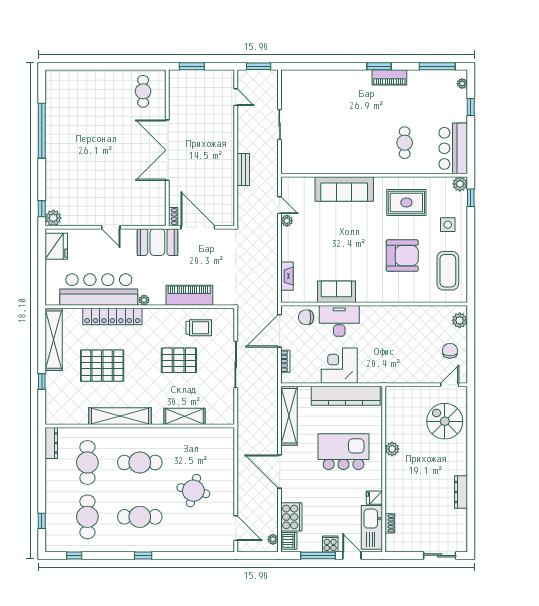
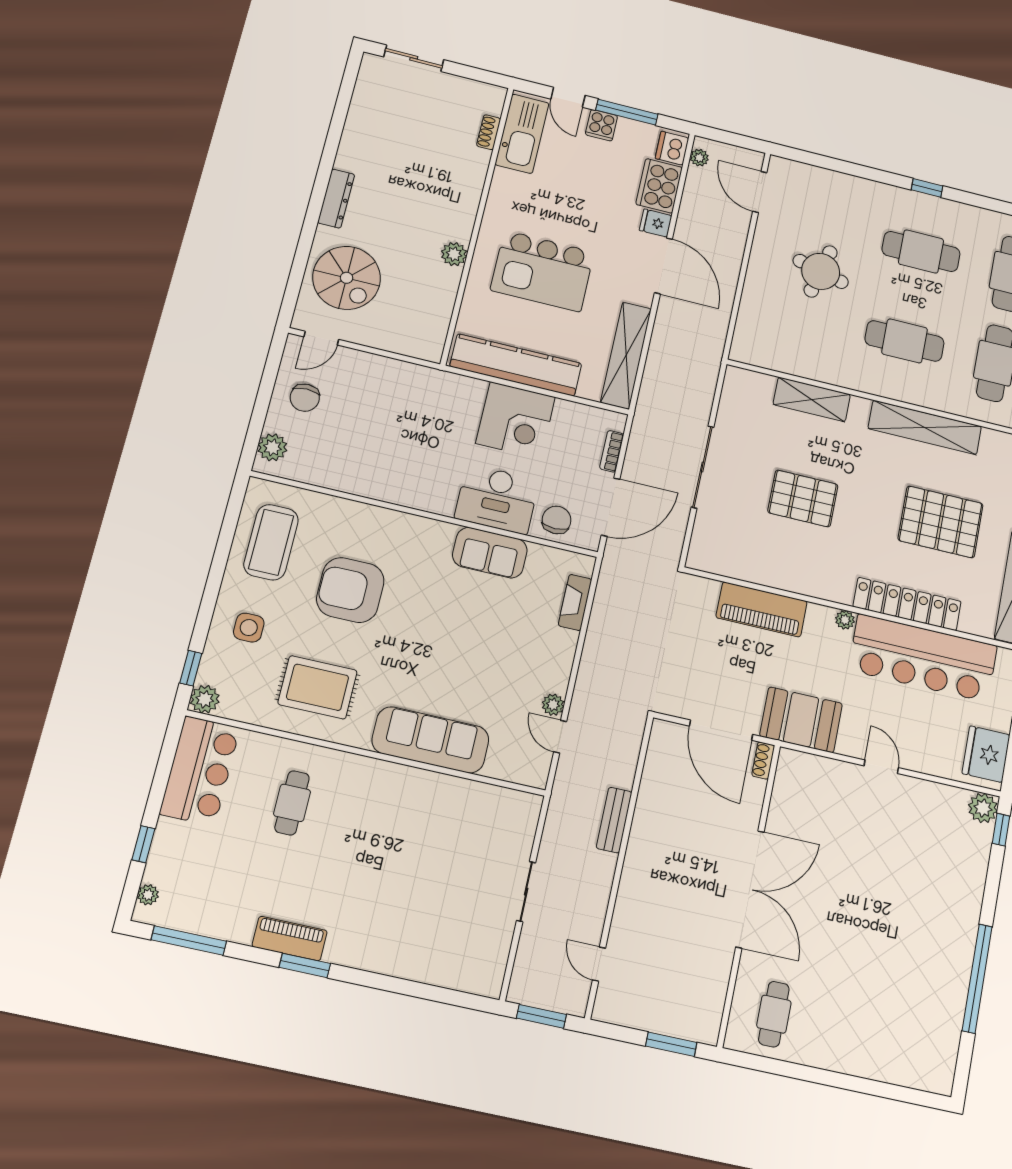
chair: (306, 317) -> (557, 520), turned -90
trolley: (199, 328) -> (756, 547), removed
dresser: (461, 492) -> (336, 199), moved
fridge: (374, 498) -> (656, 223), moved, turned 180

